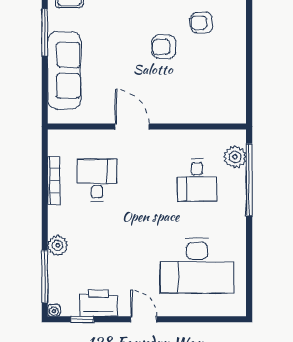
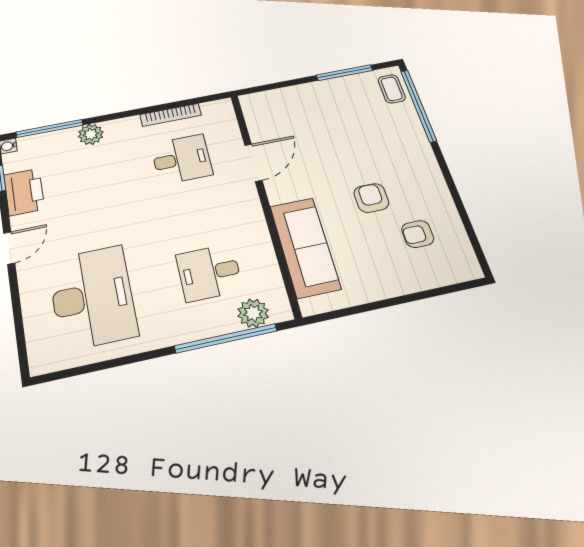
armchair: (201, 23) -> (418, 234), turned -90
sofa: (64, 70) -> (305, 247), moved, turned -90
door: (132, 127) -> (253, 163), moved
desk: (197, 266) -> (92, 297), turned 180

